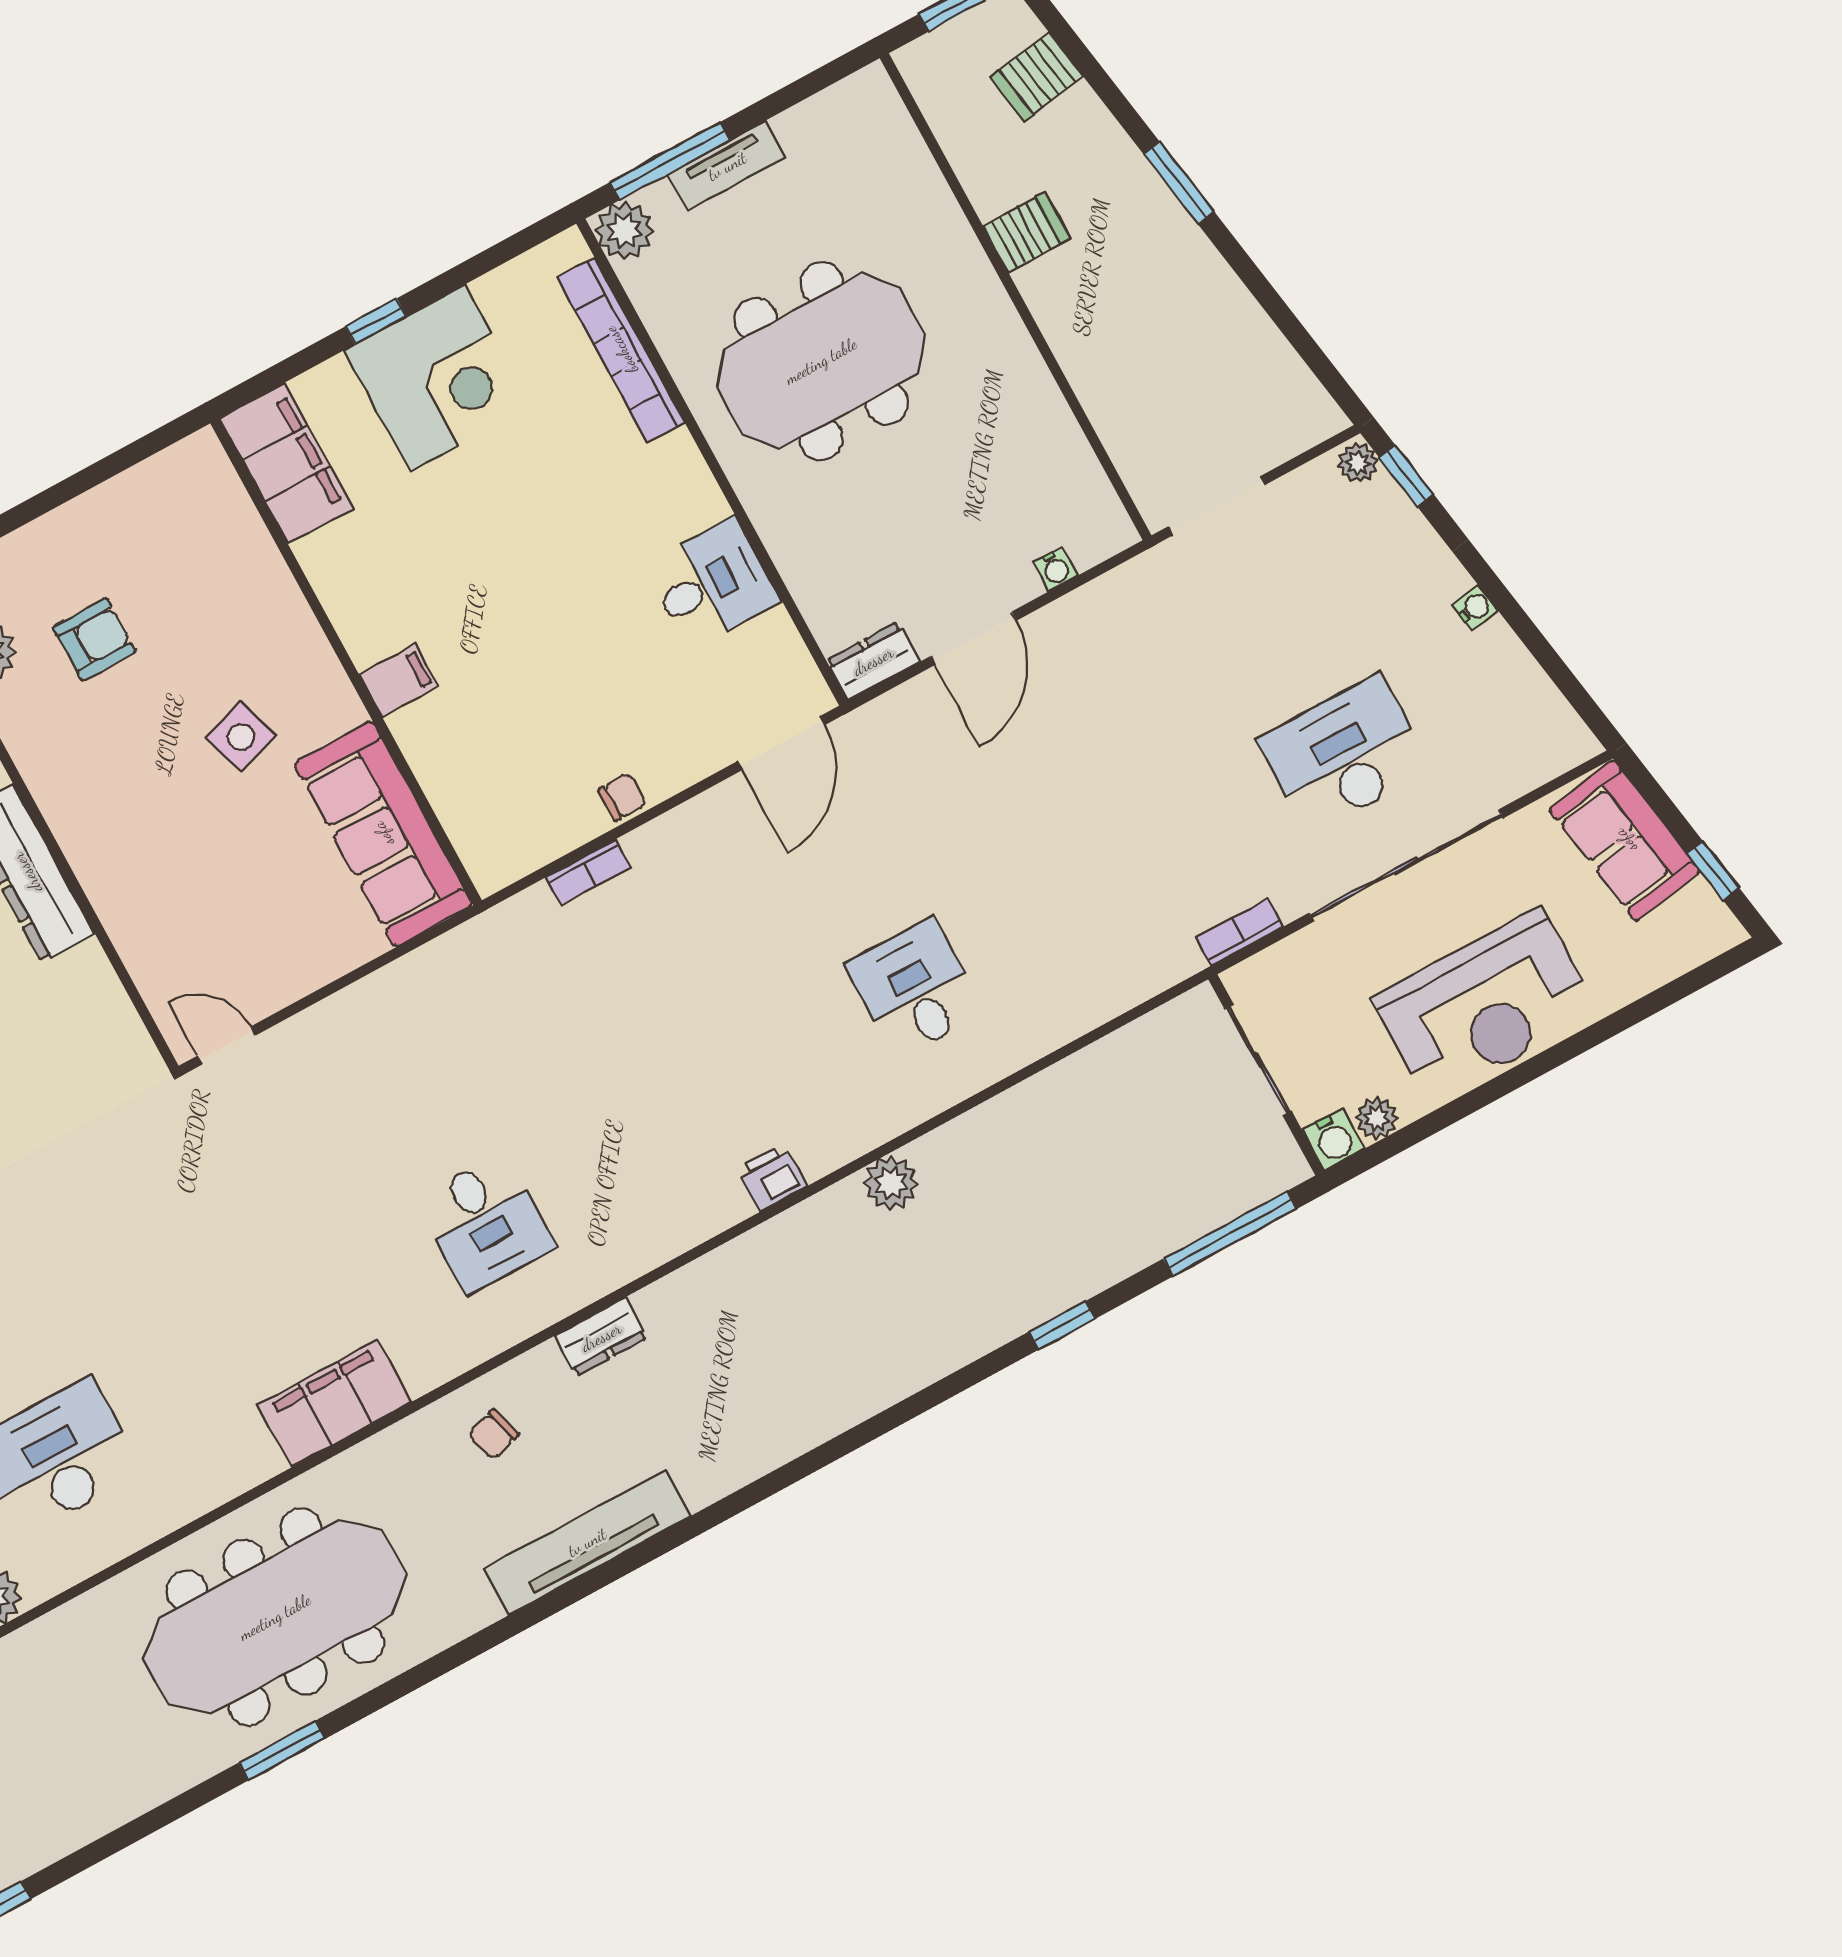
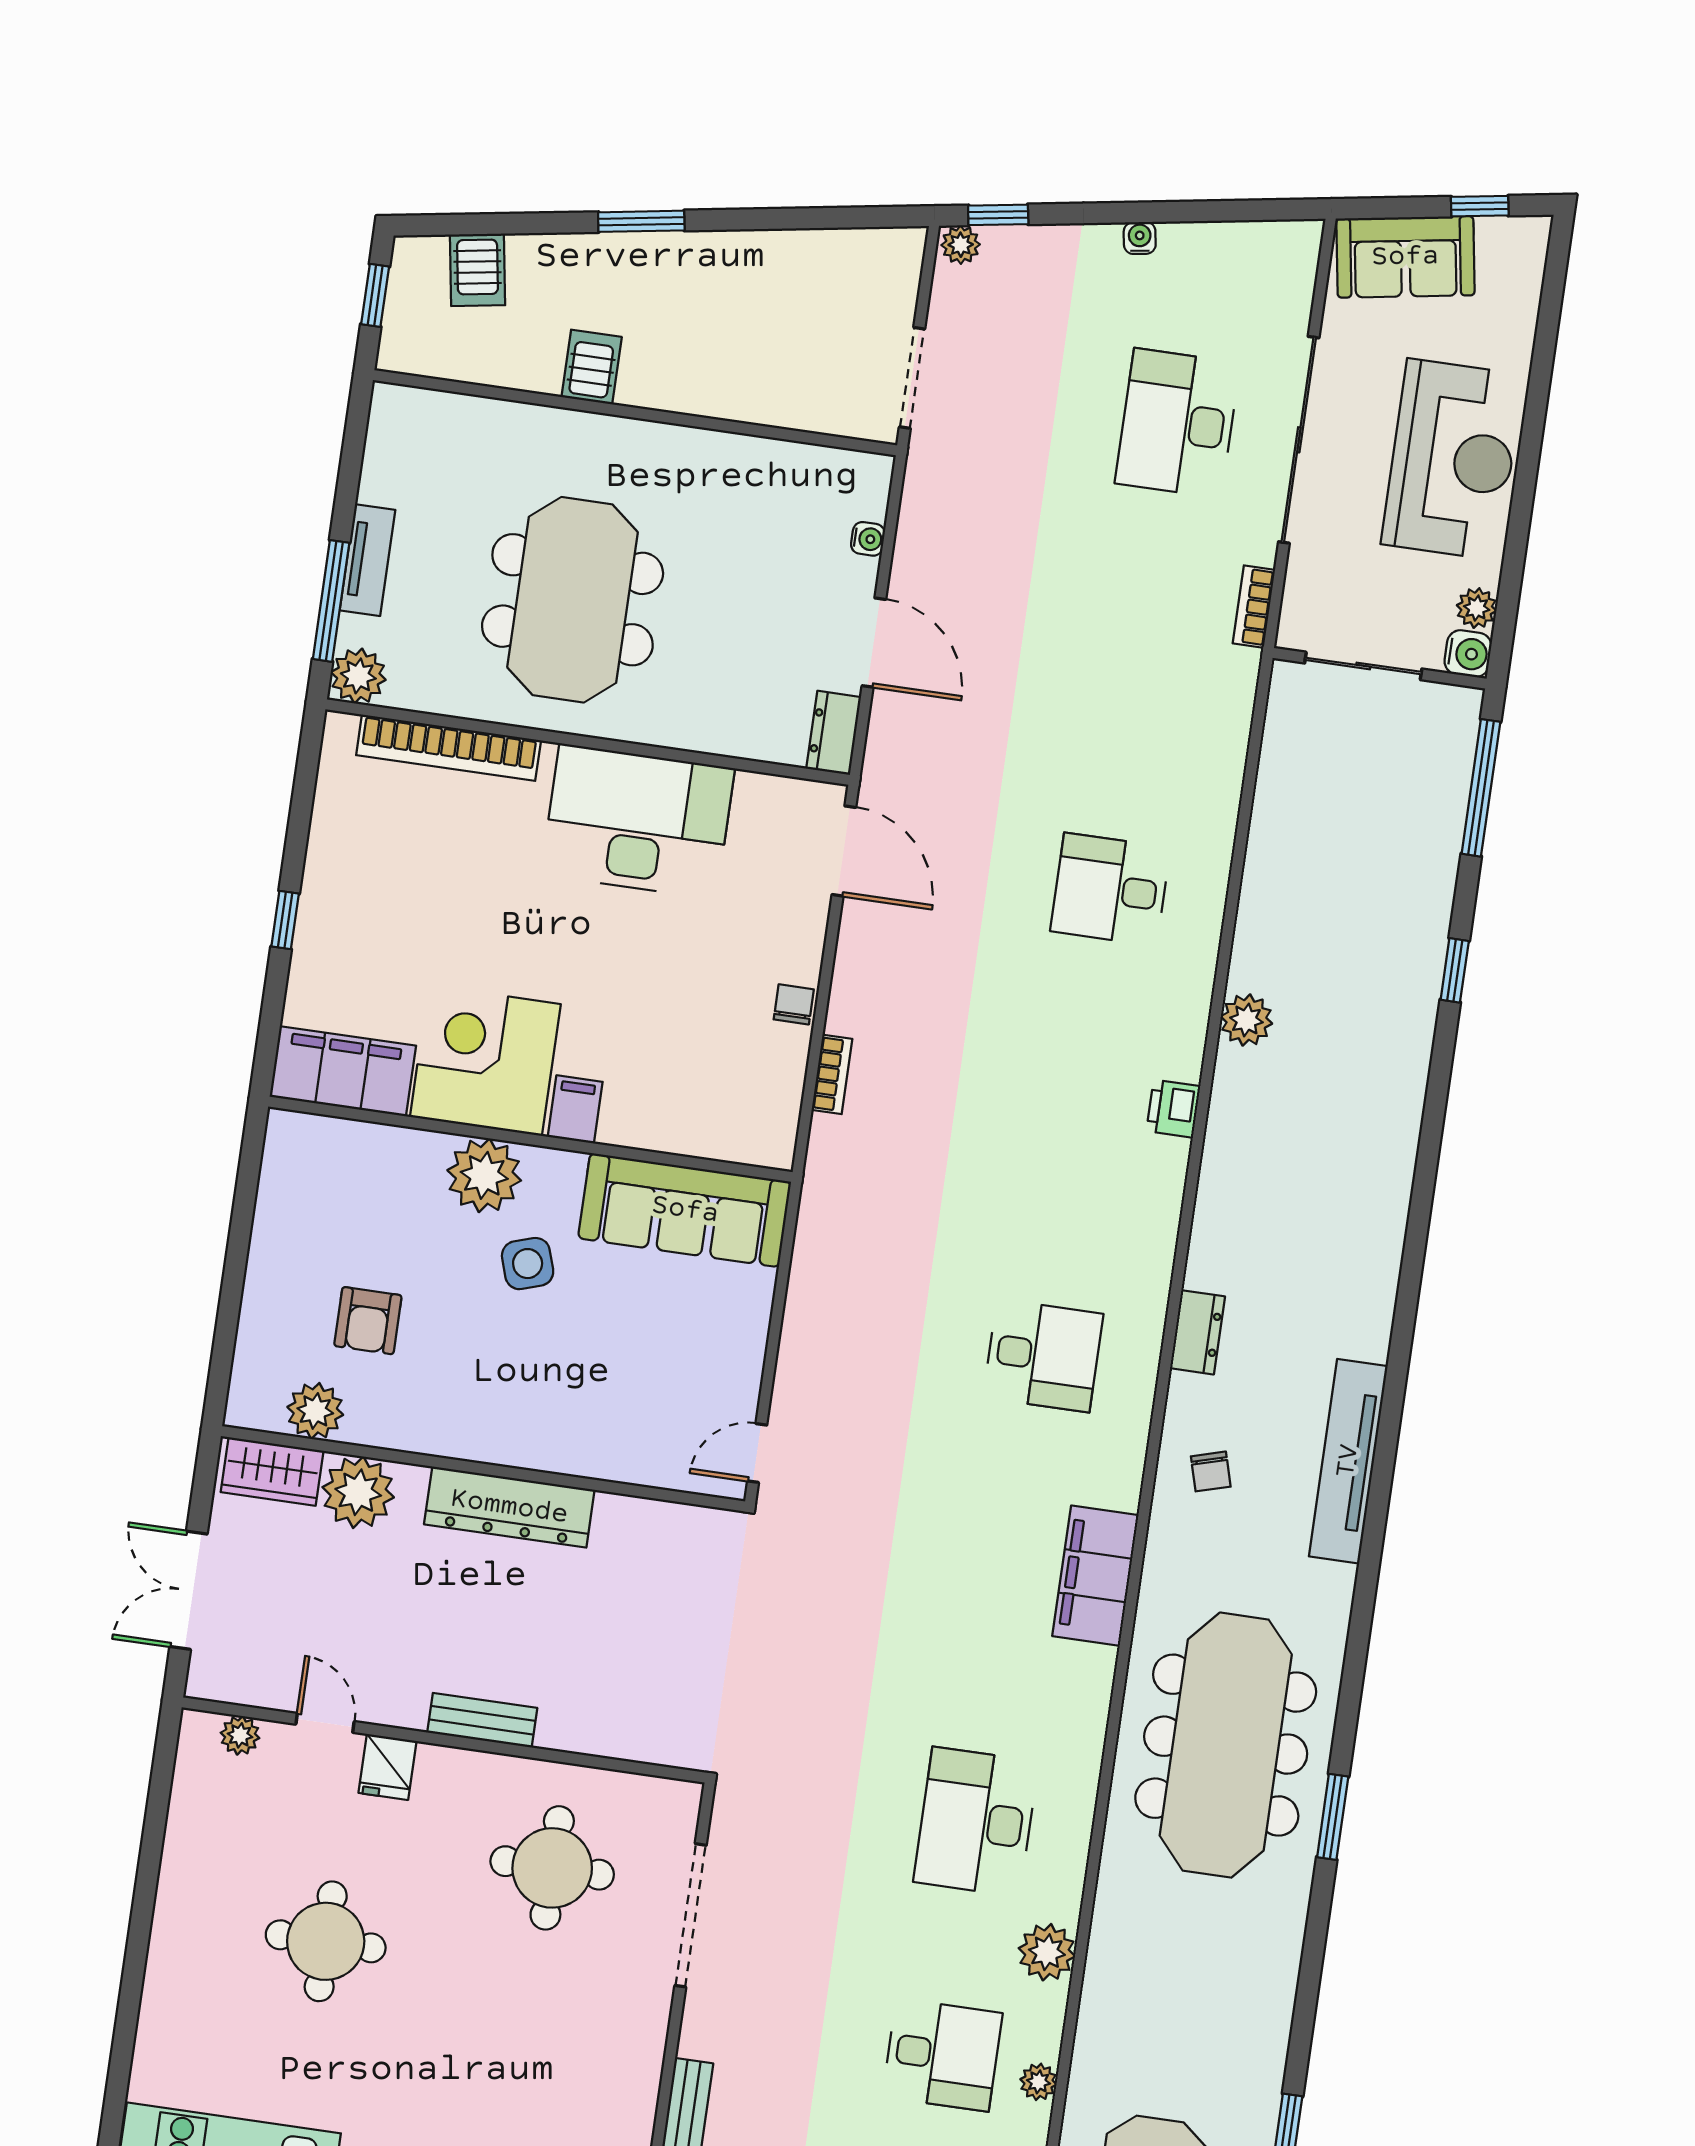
corner desk: (438, 378) -> (485, 1061), moved, turned -90
desk: (712, 583) -> (638, 821), width x1.87, depth x1.30
armchair: (94, 639) -> (368, 1321), turned 180
plant: (288, 646) -> (484, 1175), added

